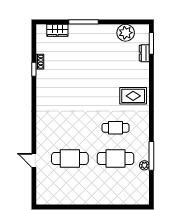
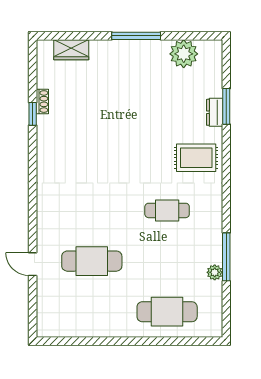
window: (83, 22) -> (136, 36), moved
window: (151, 43) -> (226, 106), moved
dresser: (144, 53) -> (215, 112), moved
cafe table: (116, 158) -> (167, 312), moved

